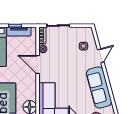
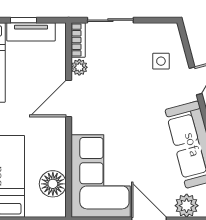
door: (38, 65) -> (69, 98), hinge flipped

